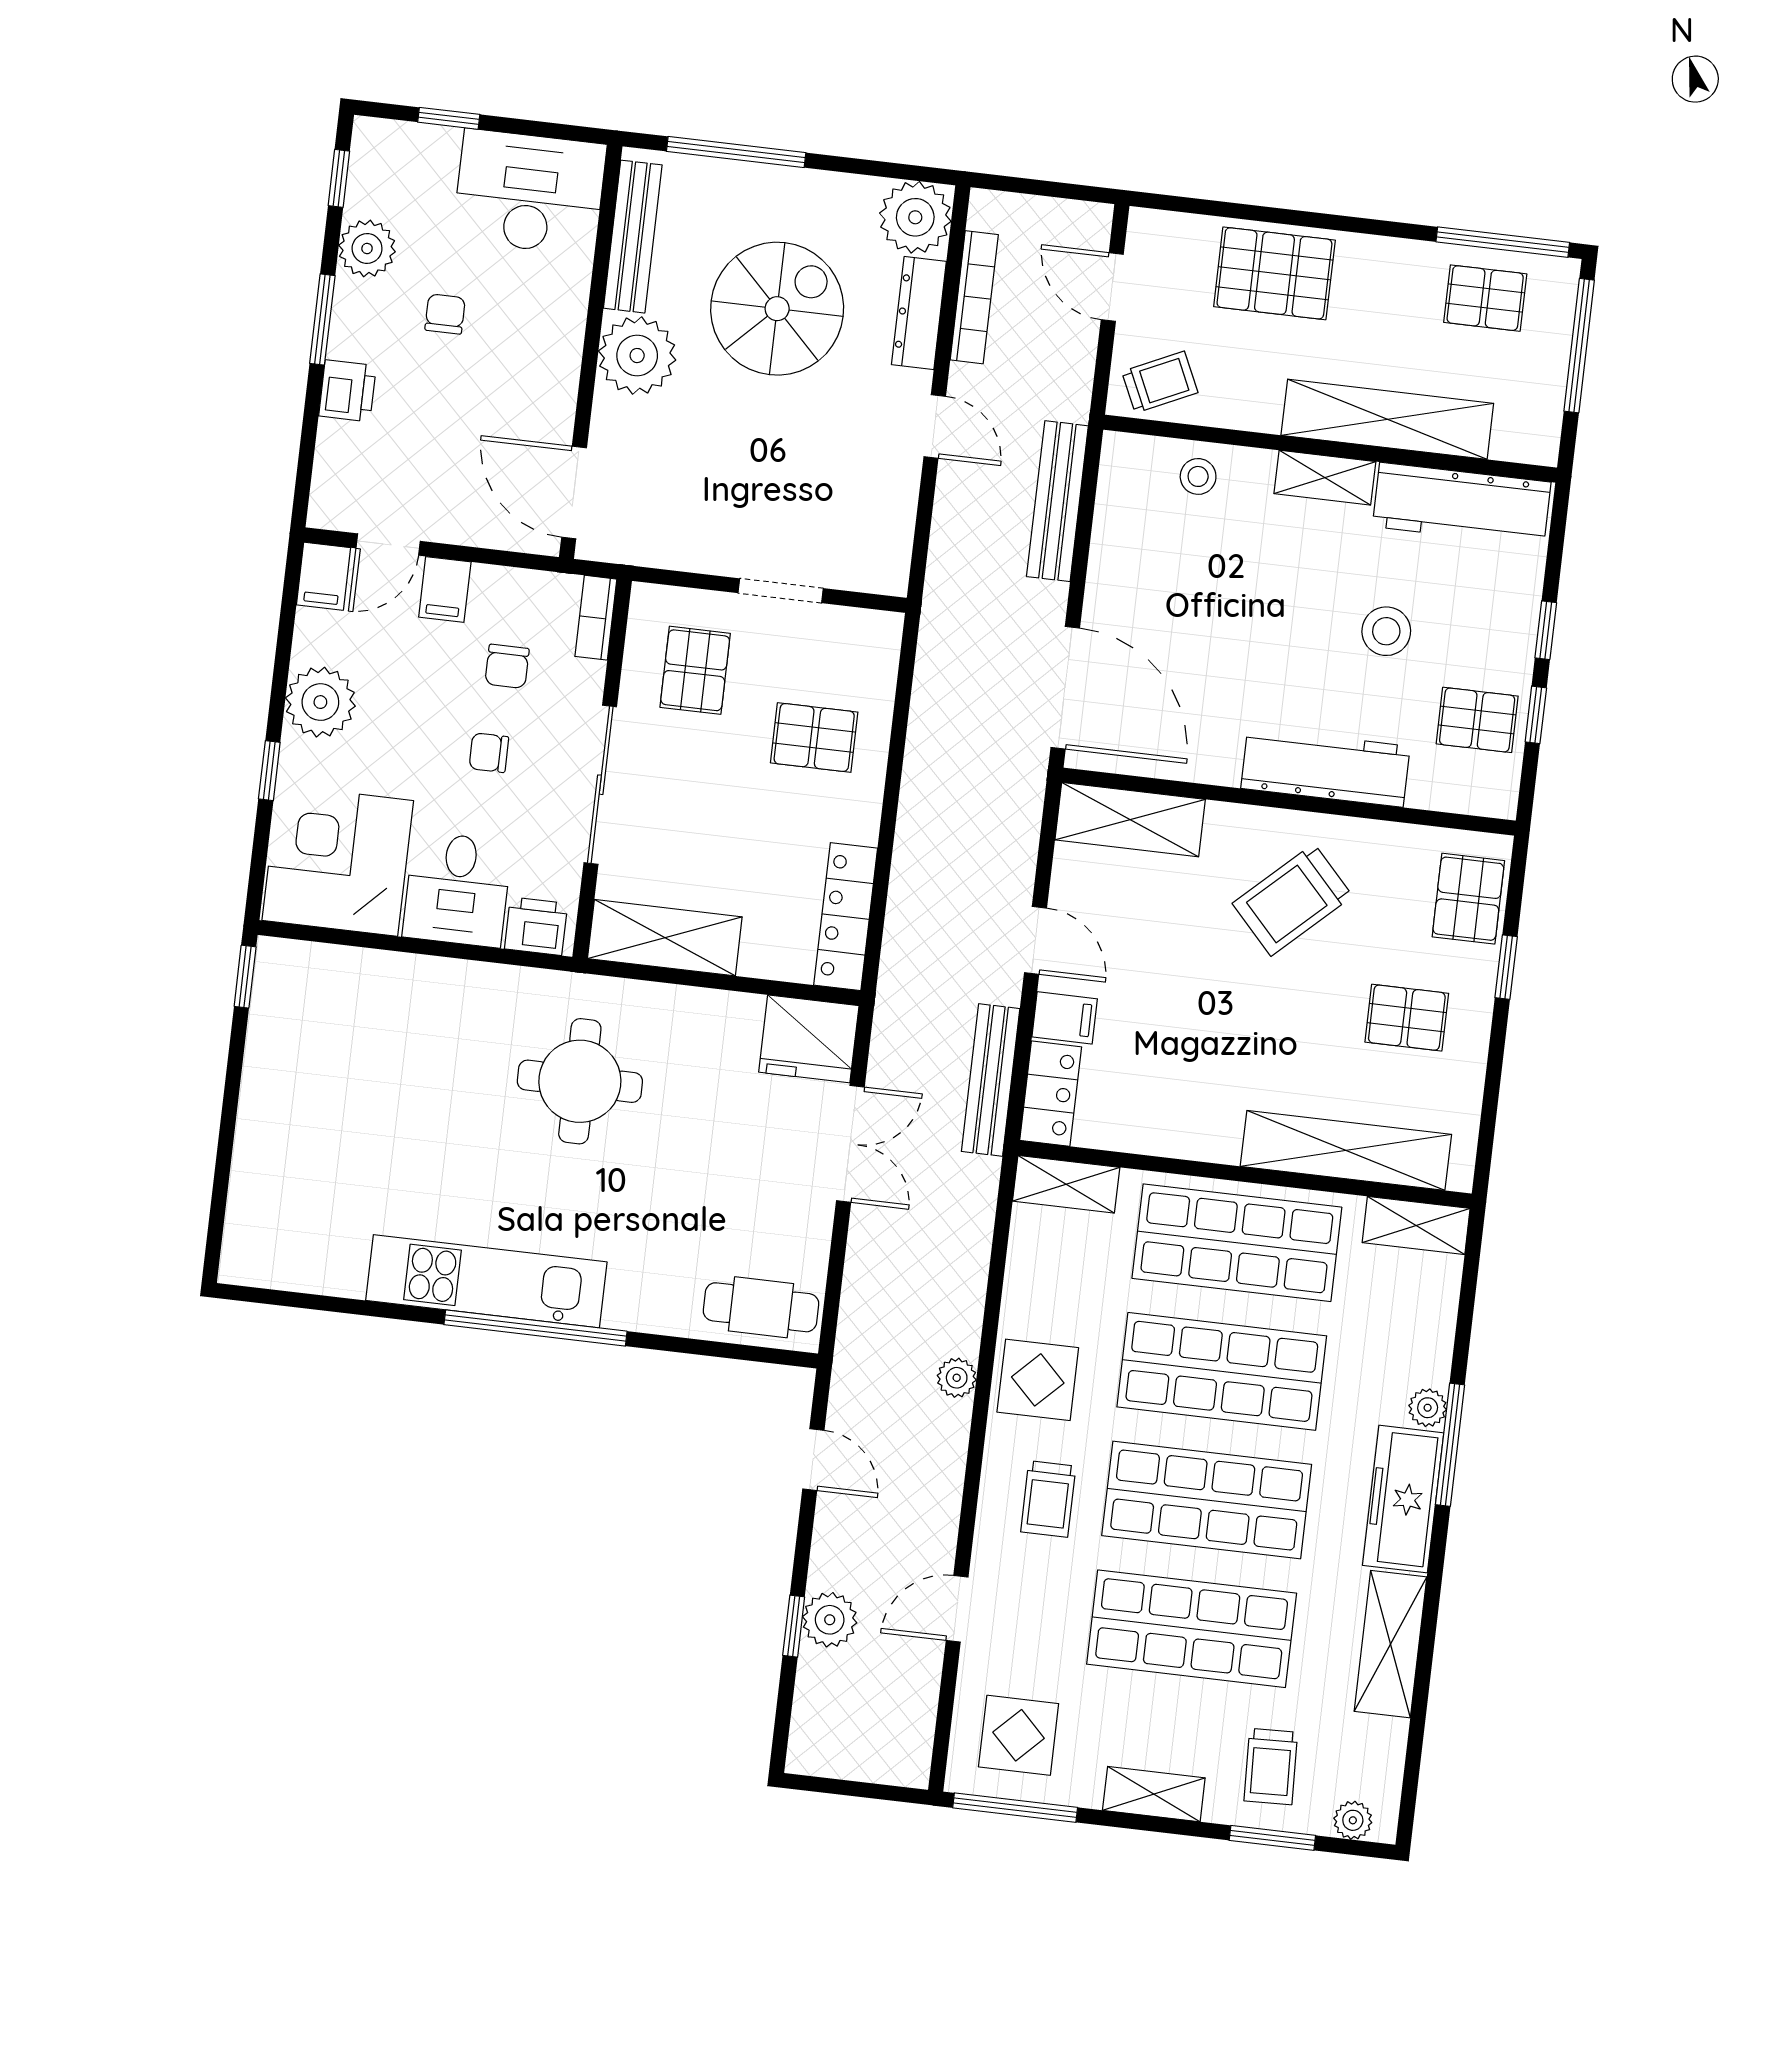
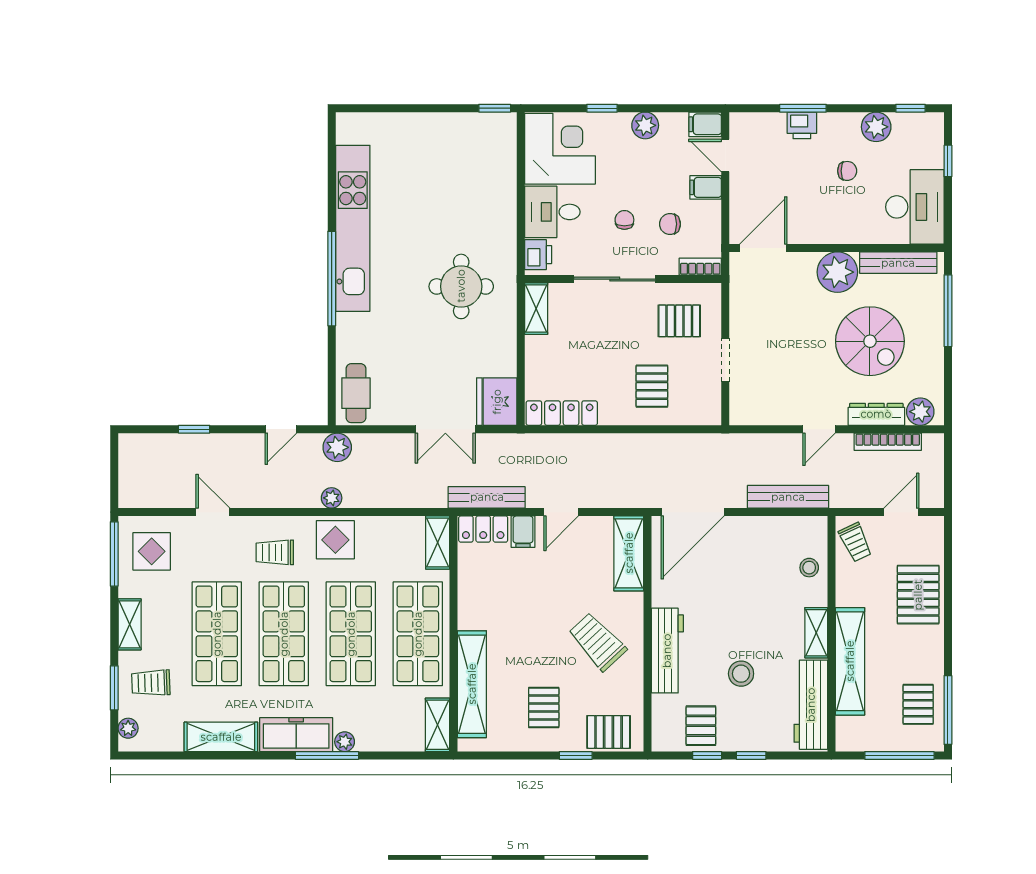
plant: (915, 217) -> (920, 412), width x0.73, depth x0.73
window: (322, 319) -> (803, 108), moved
plant: (320, 702) -> (645, 125), width x0.73, depth x0.73
shelving: (665, 938) -> (536, 309), width x0.67, depth x0.75
kitchen unit: (486, 1281) -> (353, 228), width x1.36
plant: (830, 1620) -> (337, 447), moved

